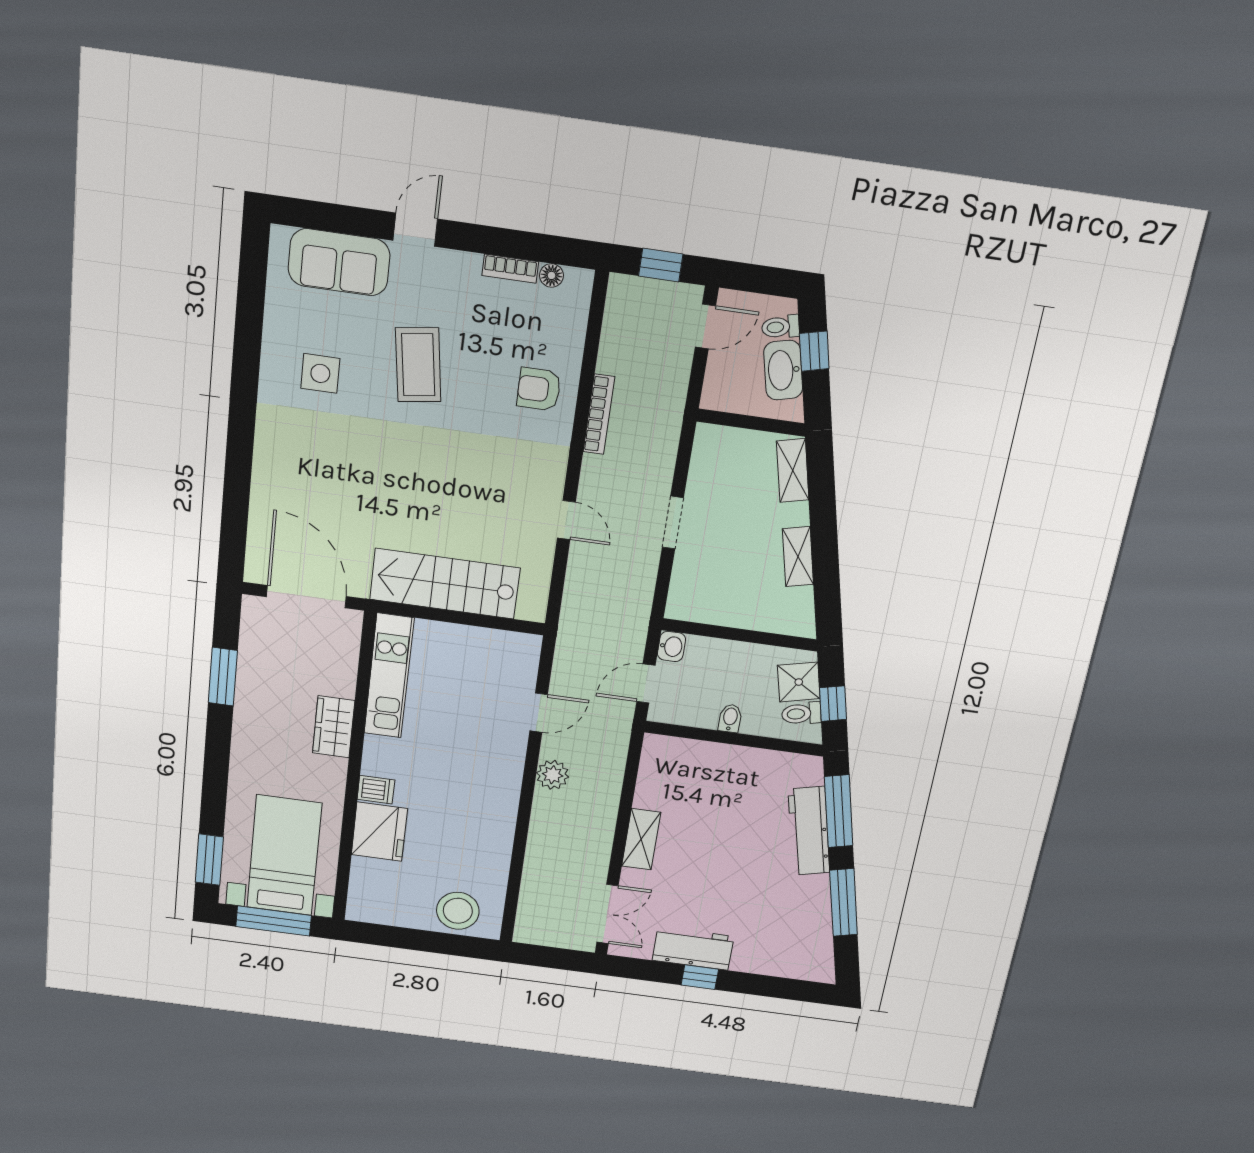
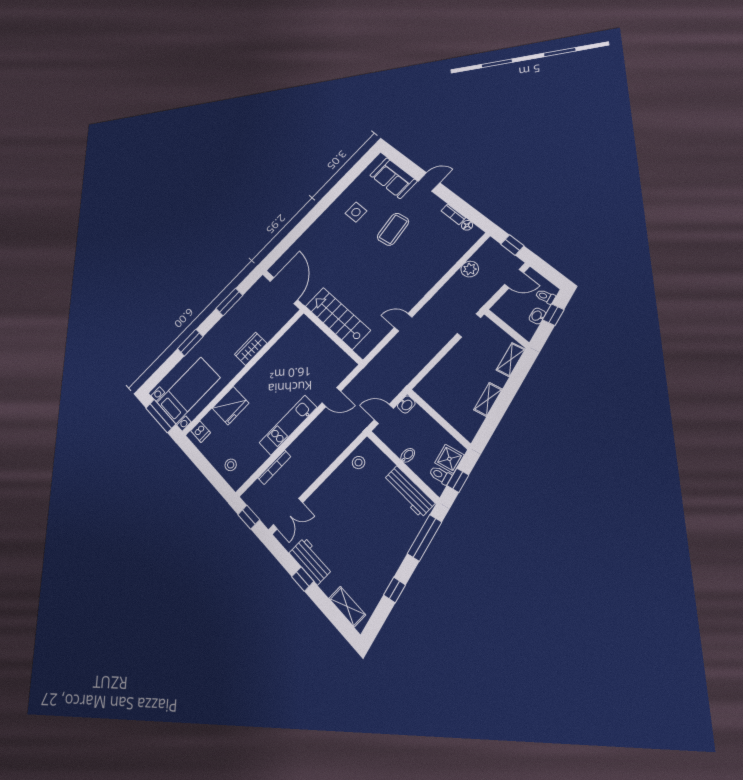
washbasin: (783, 370) -> (537, 316), width x0.52, depth x0.69
armchair: (539, 389) -> (431, 264), removed
bookcase: (599, 414) -> (274, 467), moved
door: (566, 520) -> (403, 322), swing flipped
doorway: (673, 523) -> (469, 326), moved
kitchen unit: (389, 676) -> (288, 425), moved, turned 180
plant: (553, 775) -> (470, 269), moved
stool: (661, 777) -> (359, 463), added
dishwasher: (376, 790) -> (200, 432), moved
workbench: (809, 831) -> (409, 492), moved, turned -76
shelving: (641, 839) -> (347, 607), moved, turned 90
window: (209, 860) -> (190, 343), moved
window: (844, 903) -> (395, 590), width x0.46
stool: (458, 911) -> (231, 465), width x0.53, depth x0.53
window: (550, 957) -> (249, 517), added

